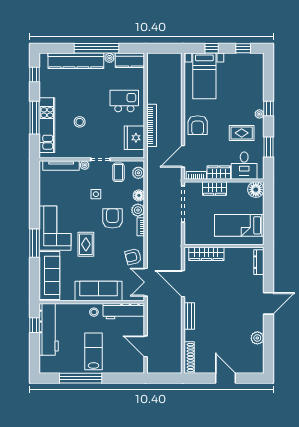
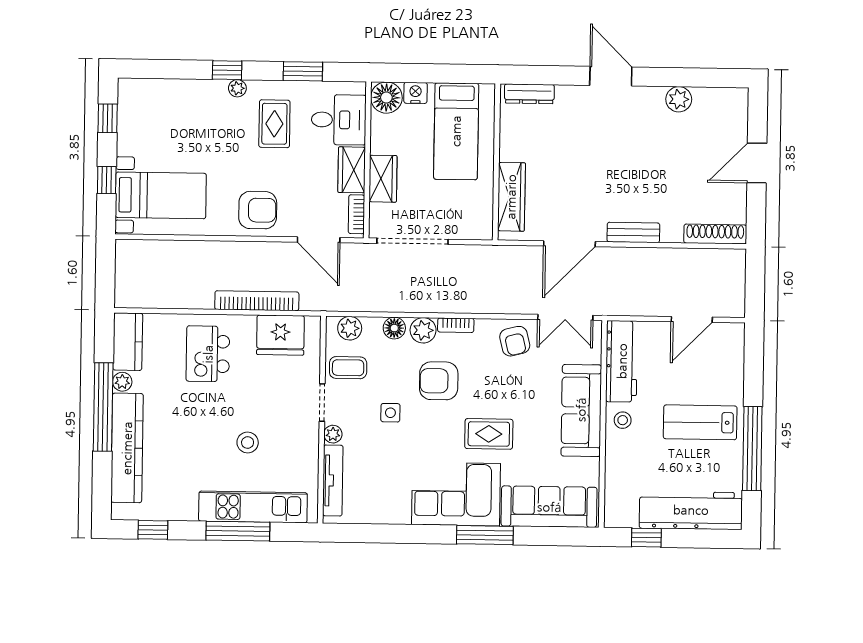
nightstand: (258, 204) -> (416, 93), added
workbench: (49, 329) -> (691, 510), moved

